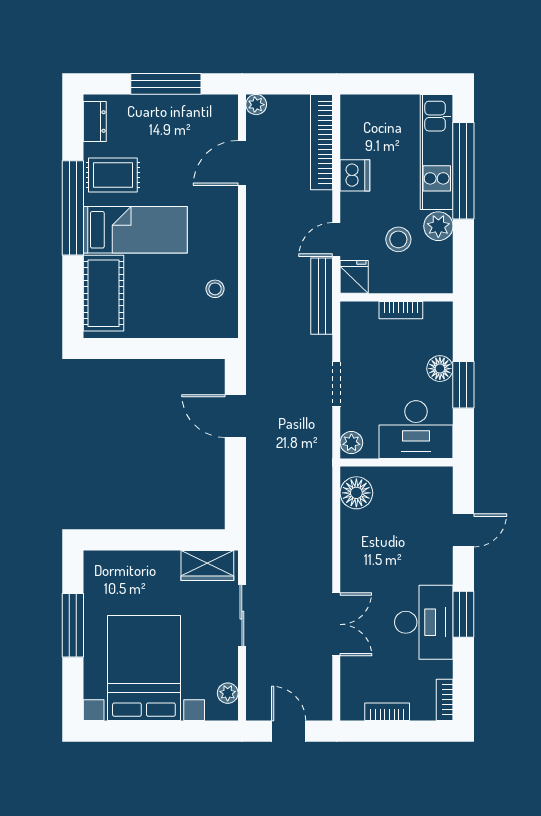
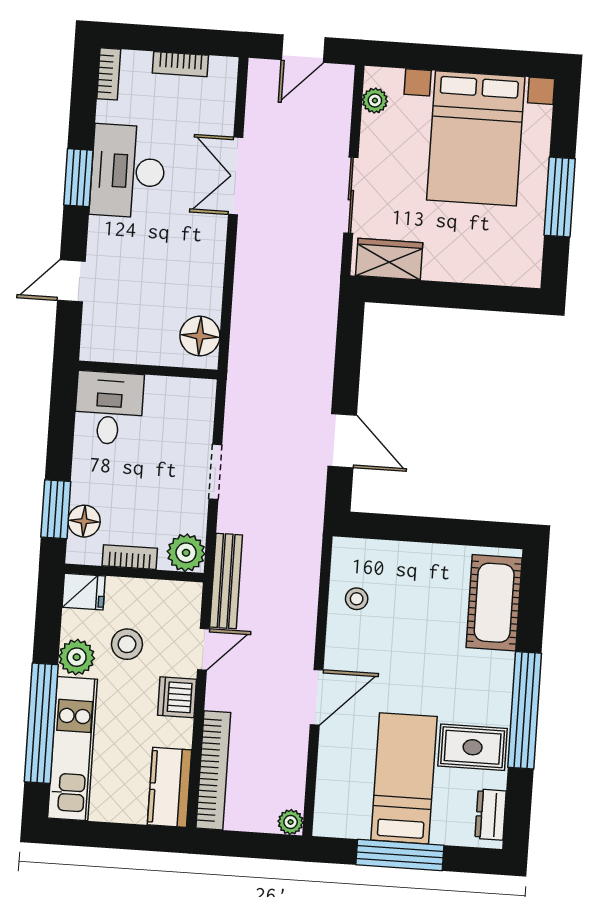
kitchen counter: (356, 126) -> (170, 787), added
door: (242, 163) -> (317, 697), moved
dishwasher: (355, 175) -> (177, 697), moved
bed: (135, 230) -> (404, 778), moved, turned 90
fridge: (354, 277) -> (84, 592), moved, turned -90
floor lamp: (440, 369) -> (84, 521), moved
window: (463, 385) -> (56, 509), moved
desk: (416, 430) -> (109, 408), width x0.73
plant: (351, 443) -> (186, 553), moved, width x1.38, depth x1.38
door: (289, 731) -> (303, 49), hinge flipped

